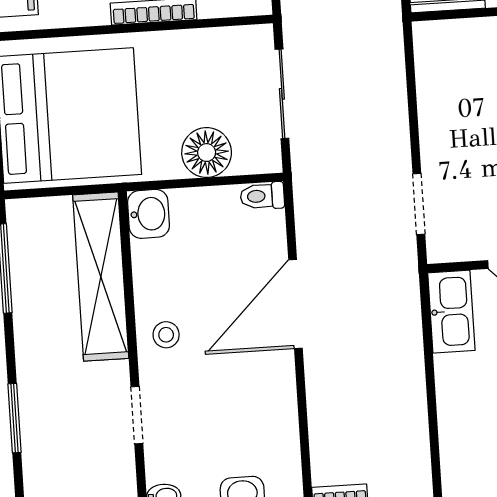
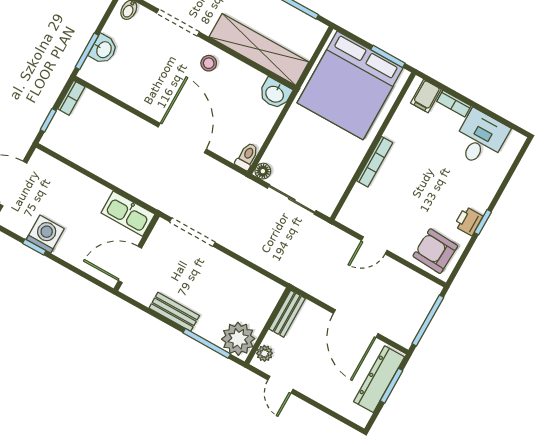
floor lamp: (207, 153) -> (263, 171), moved, width x0.53, depth x0.53
doorway: (419, 204) -> (192, 232), width x1.38
doorway: (137, 415) -> (178, 23), width x1.38

